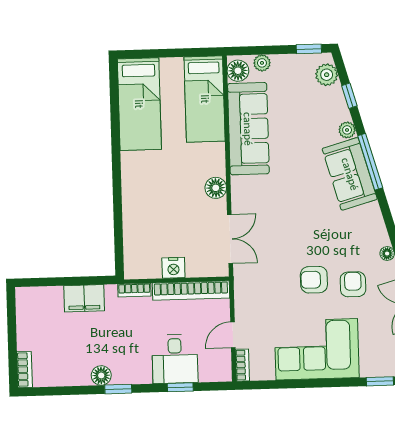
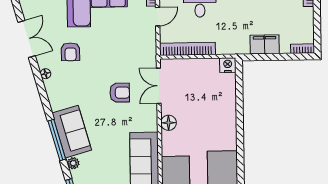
nightstand: (173, 268) -> (228, 65), moved
armchair: (314, 280) -> (120, 93), moved
bookcase: (134, 290) -> (303, 49), moved

